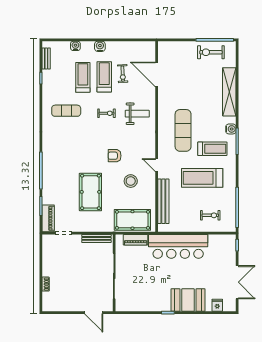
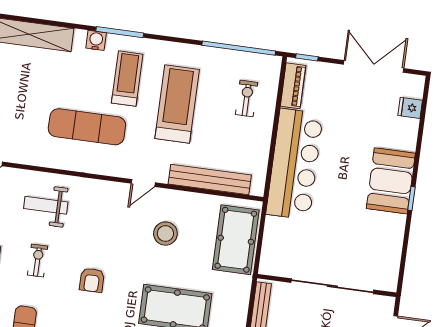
weight bench: (137, 114) -> (46, 205), turned -90
armchair: (115, 156) -> (92, 280), moved
treadmill: (202, 178) -> (177, 104), turned 180
piano: (136, 240) -> (293, 86), moved
booth: (188, 300) -> (391, 181), moved

